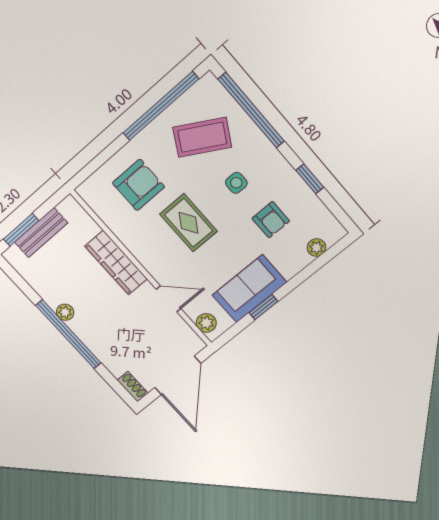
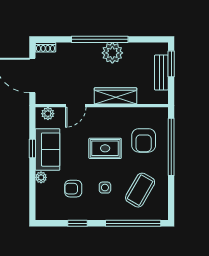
window: (161, 106) -> (171, 147), moved
plant: (316, 248) -> (41, 177), moved
plant: (65, 312) -> (112, 53), width x1.88, depth x1.88

